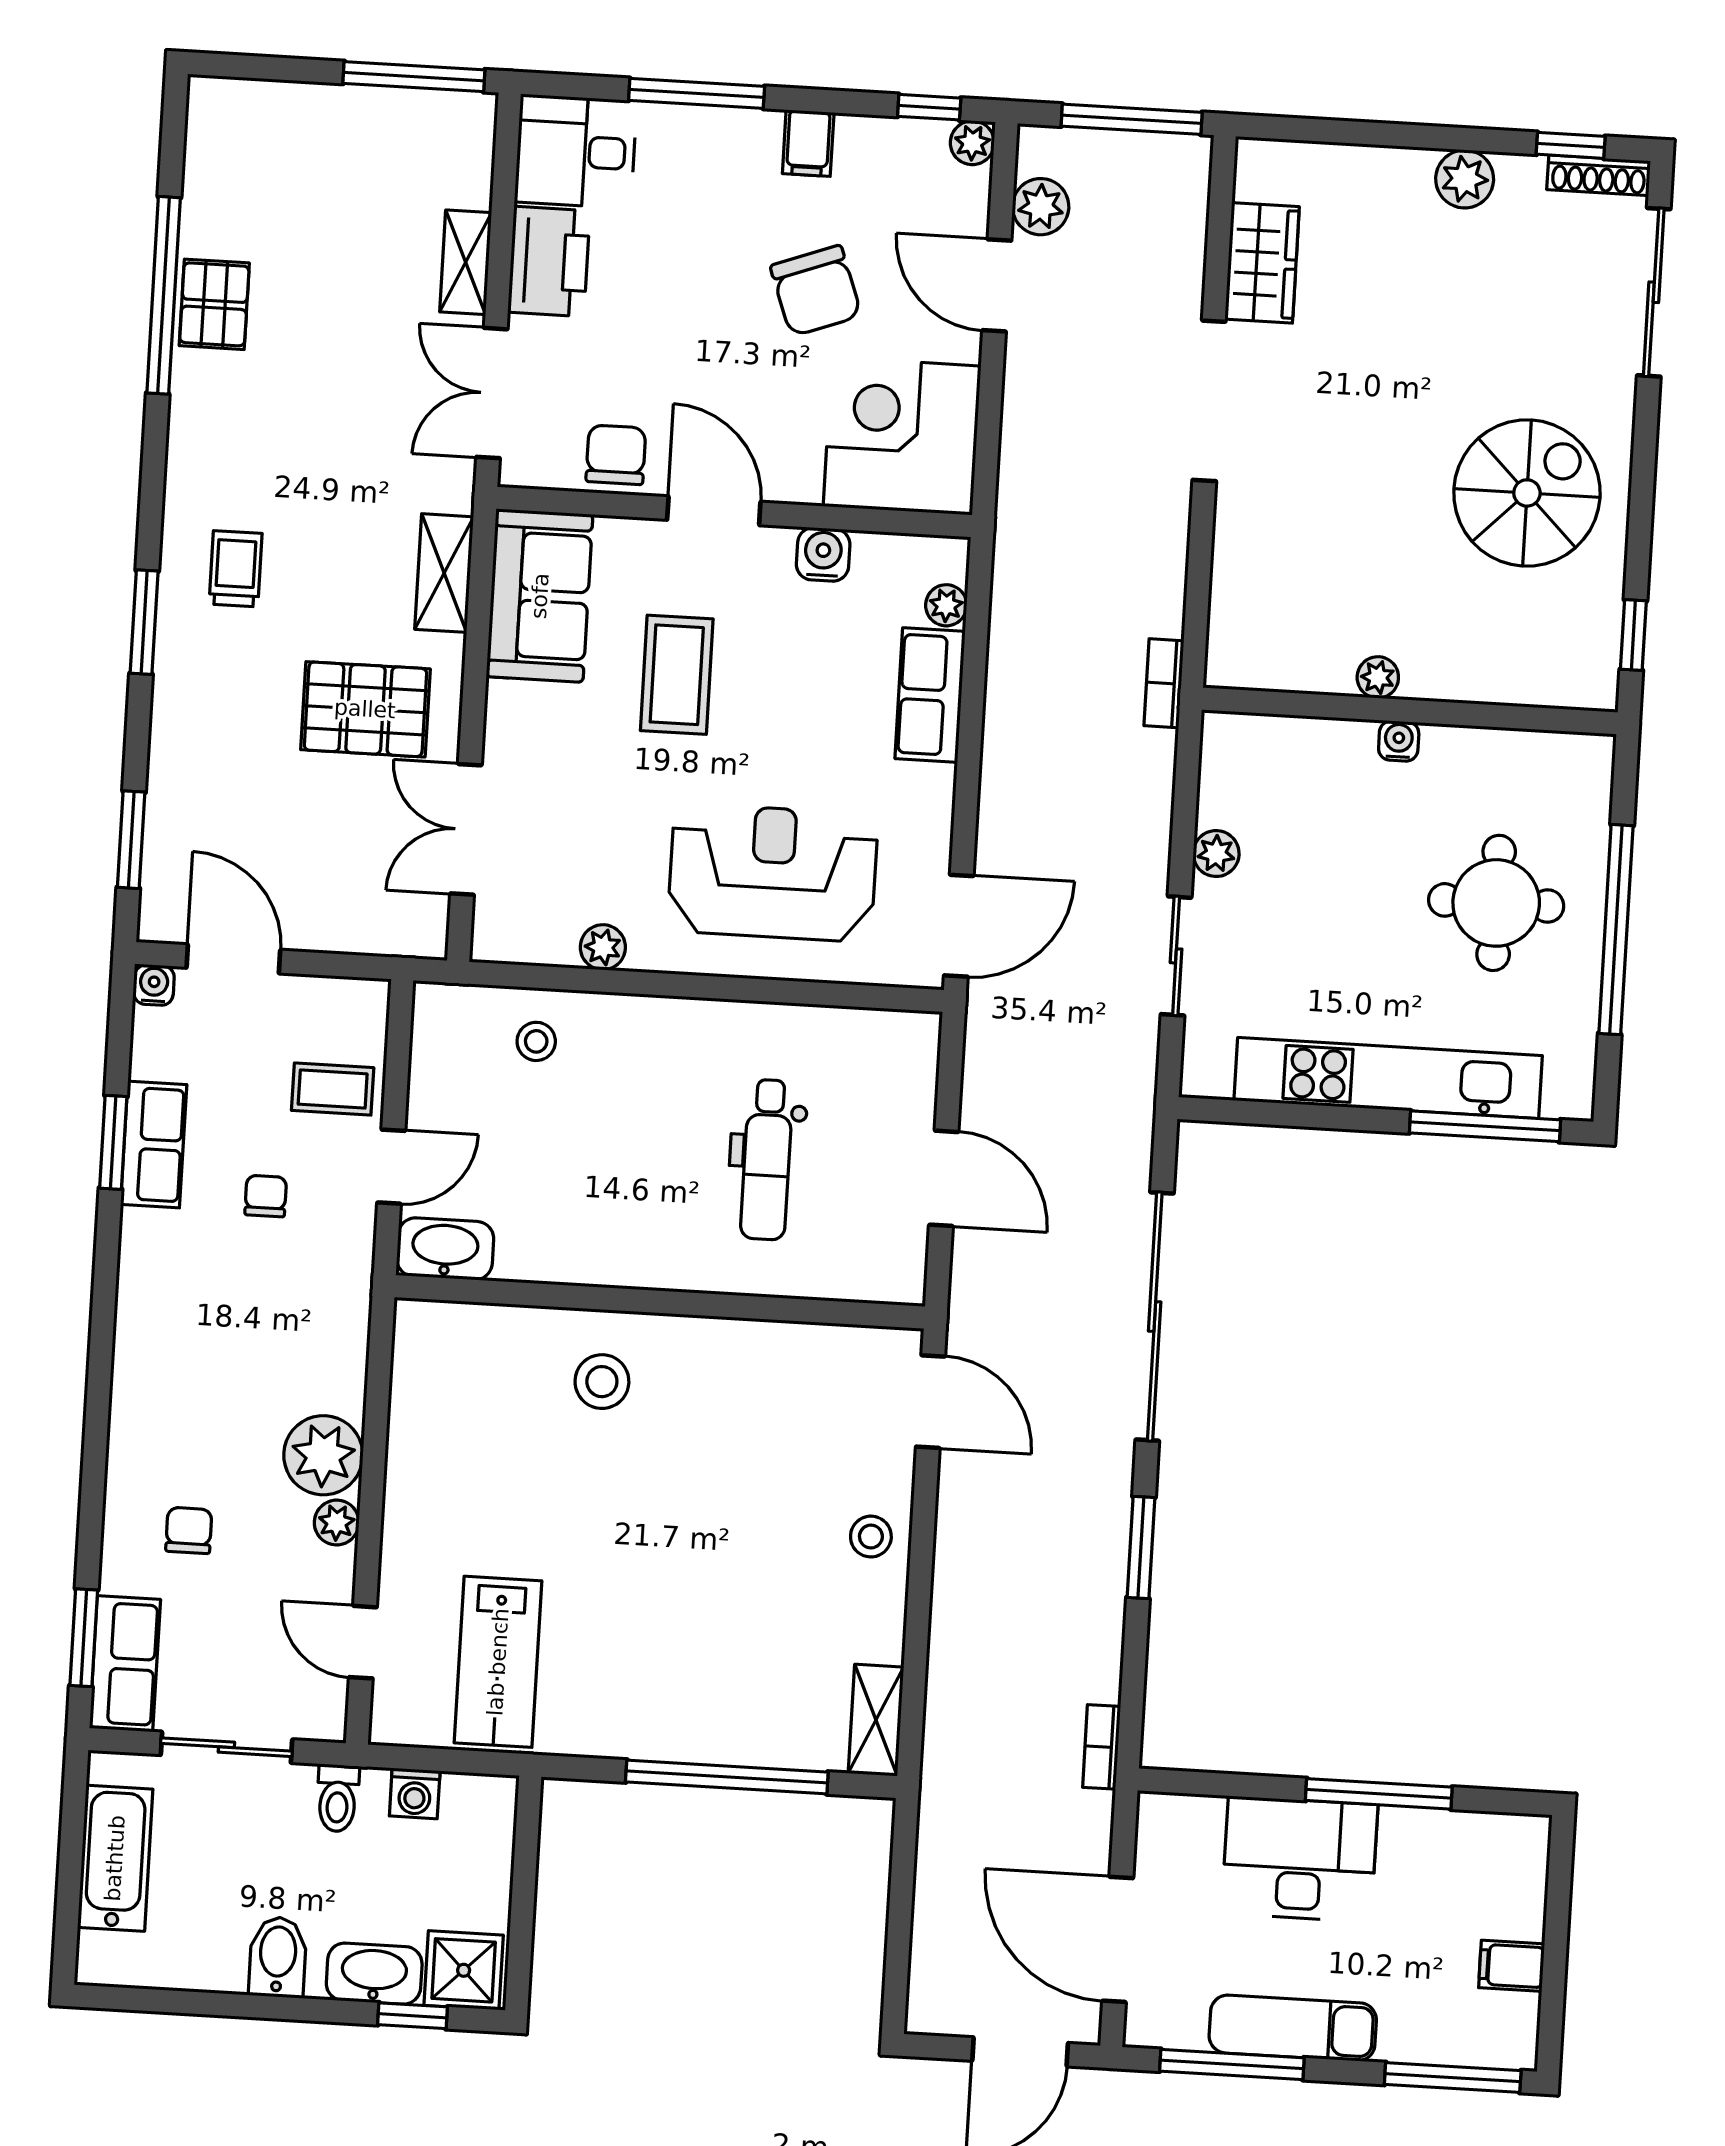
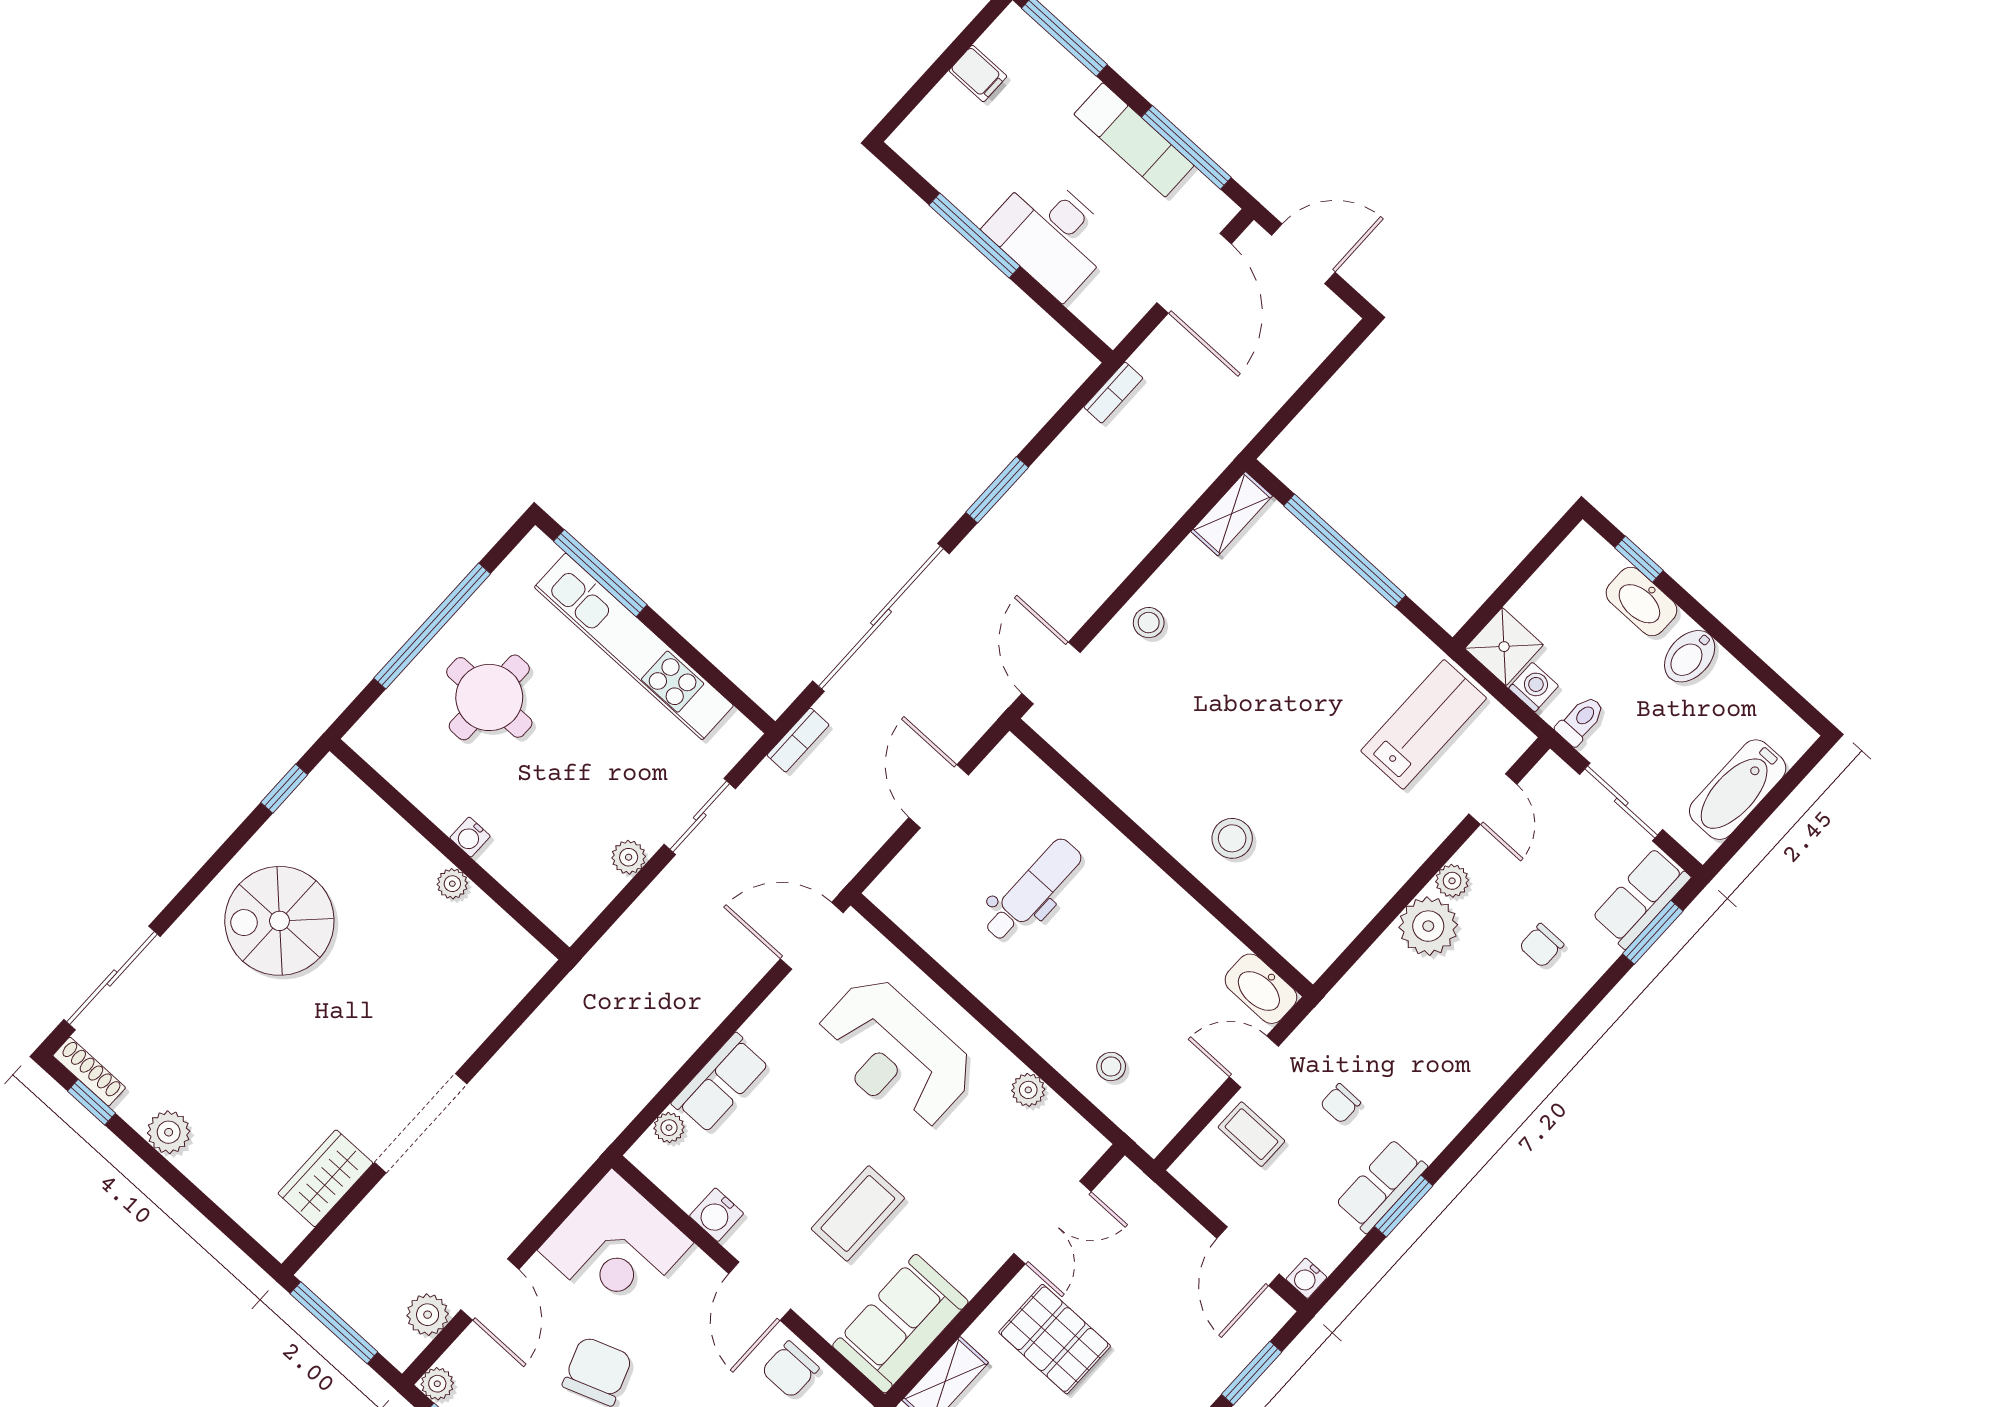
bookcase: (1164, 683) -> (798, 740), moved
shower: (464, 1970) -> (1504, 647), moved

